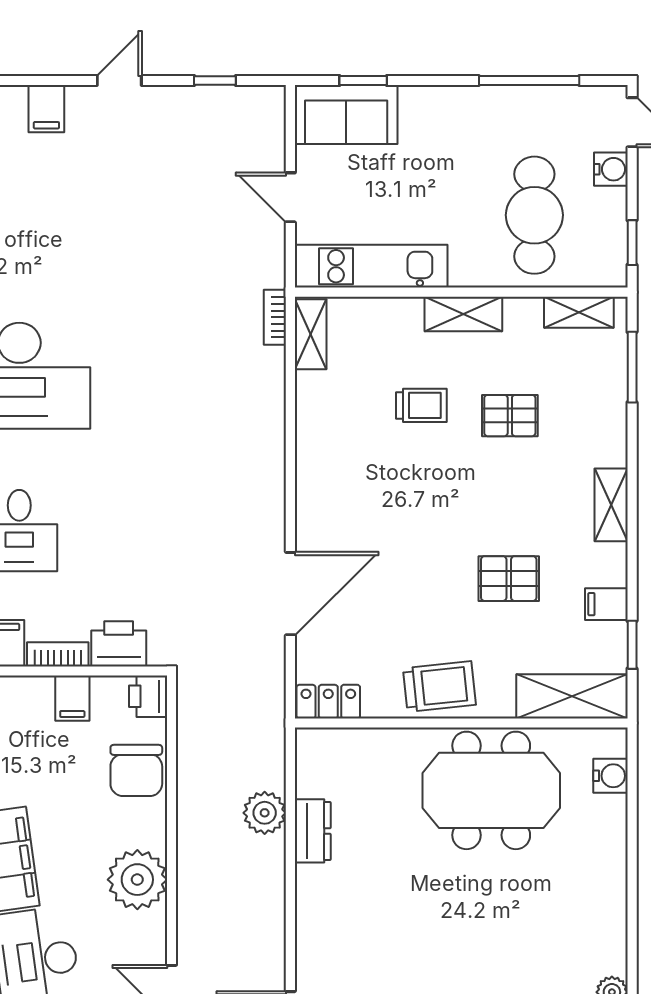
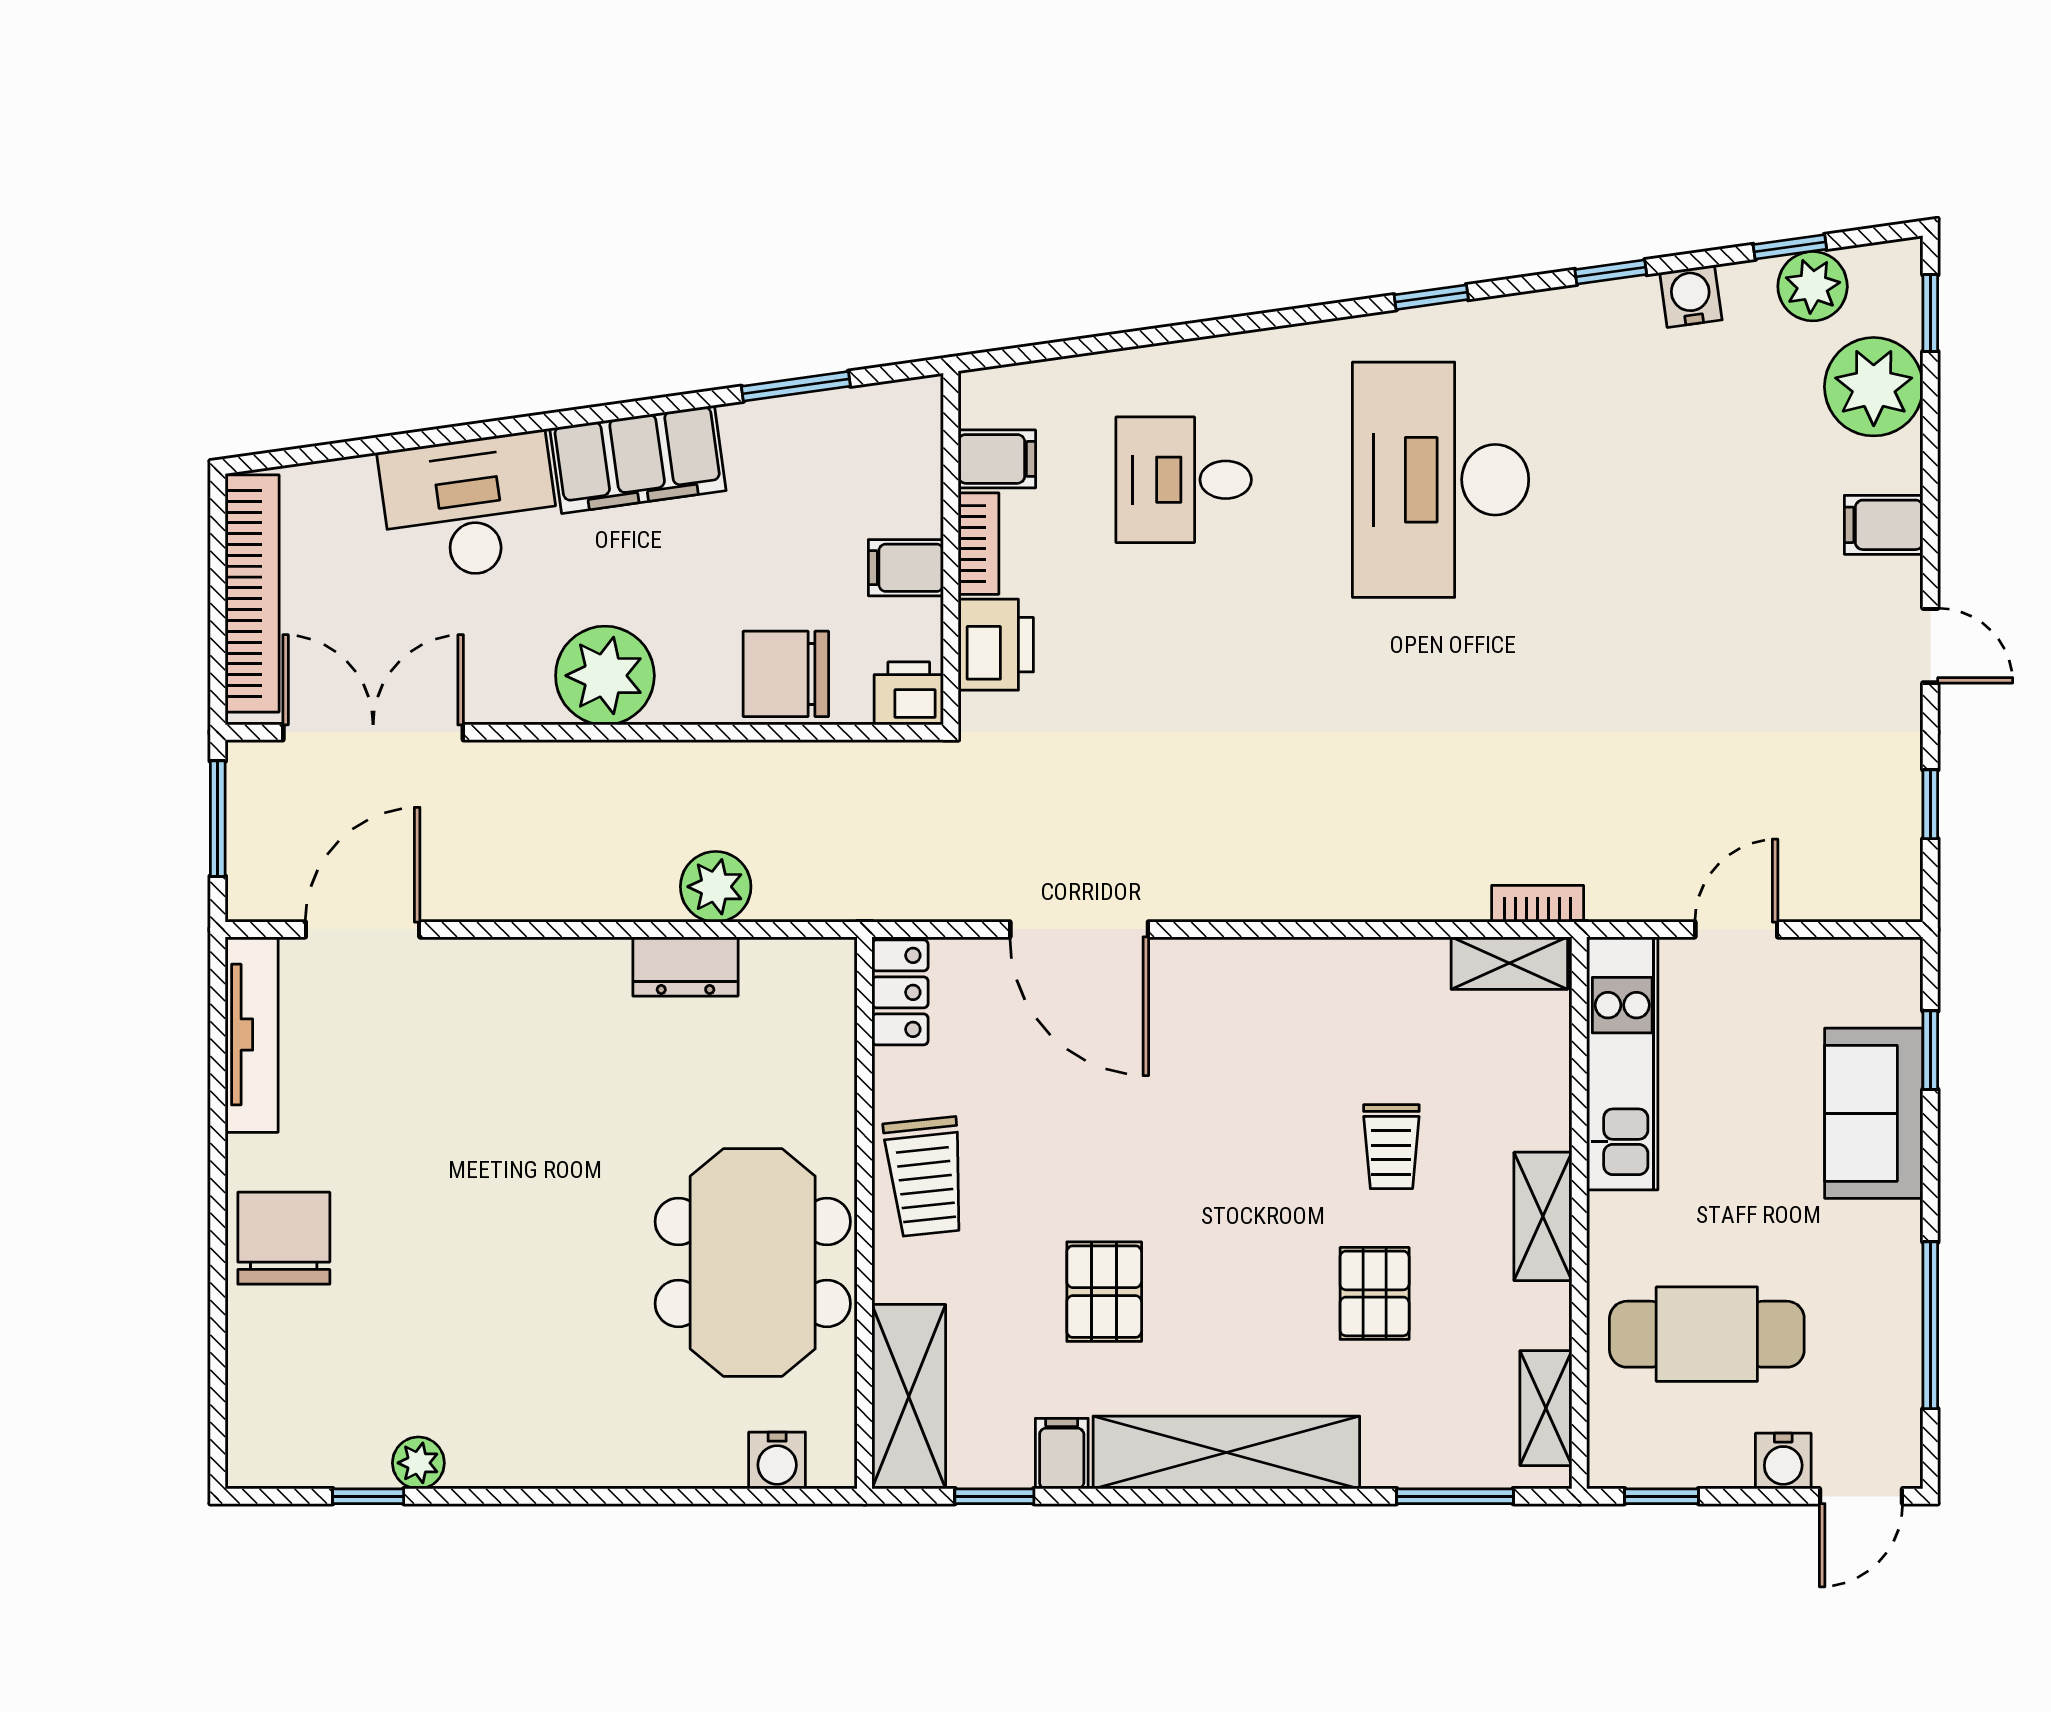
sofa: (346, 115) -> (1874, 1113), moved
shelving: (611, 505) -> (1226, 1452), width x2.20, depth x1.33

